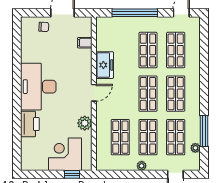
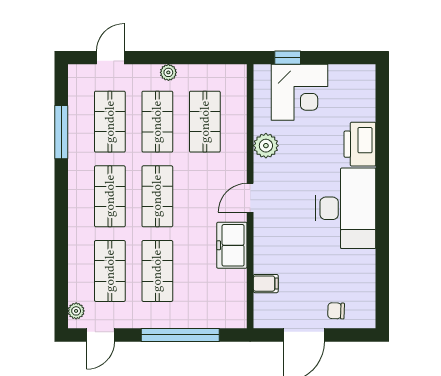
plant: (195, 148) -> (76, 311), moved

